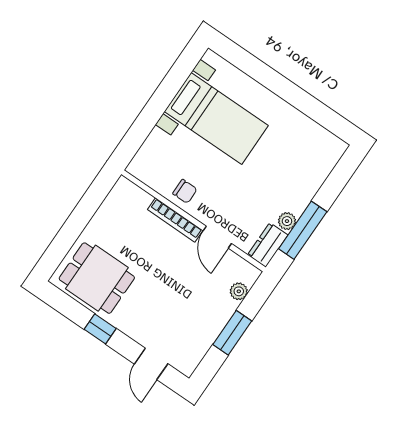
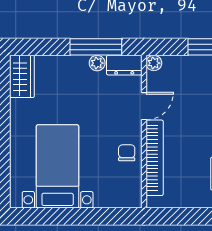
wardrobe: (322, 143) -> (22, 76), added
bookcase: (175, 220) -> (155, 158), width x1.48, depth x1.31
plant: (239, 291) -> (154, 63), moved

